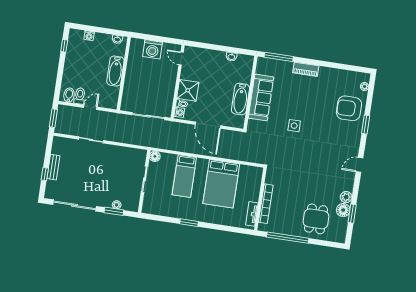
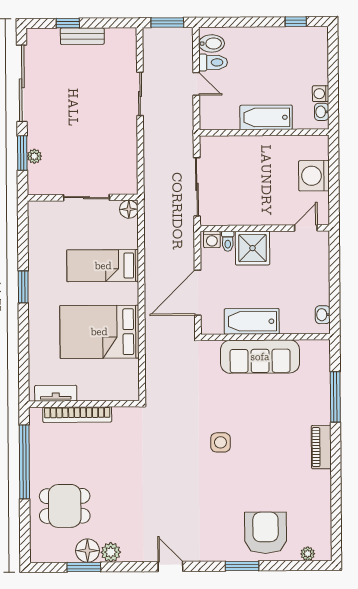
washing machine: (89, 36) -> (321, 94), moved
wall: (250, 93) -> (266, 337), moved
sofa: (261, 97) -> (260, 357), moved
bathtub: (240, 99) -> (252, 321), moved

